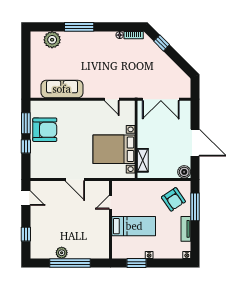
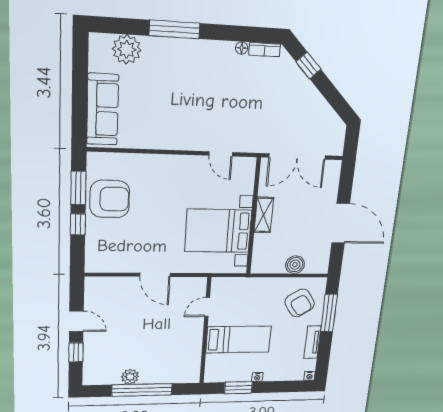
sofa: (62, 89) -> (103, 109), moved, turned 90
shelving: (143, 160) -> (264, 215), moved
boiler: (184, 172) -> (295, 265), moved
door: (26, 198) -> (76, 321), moved

